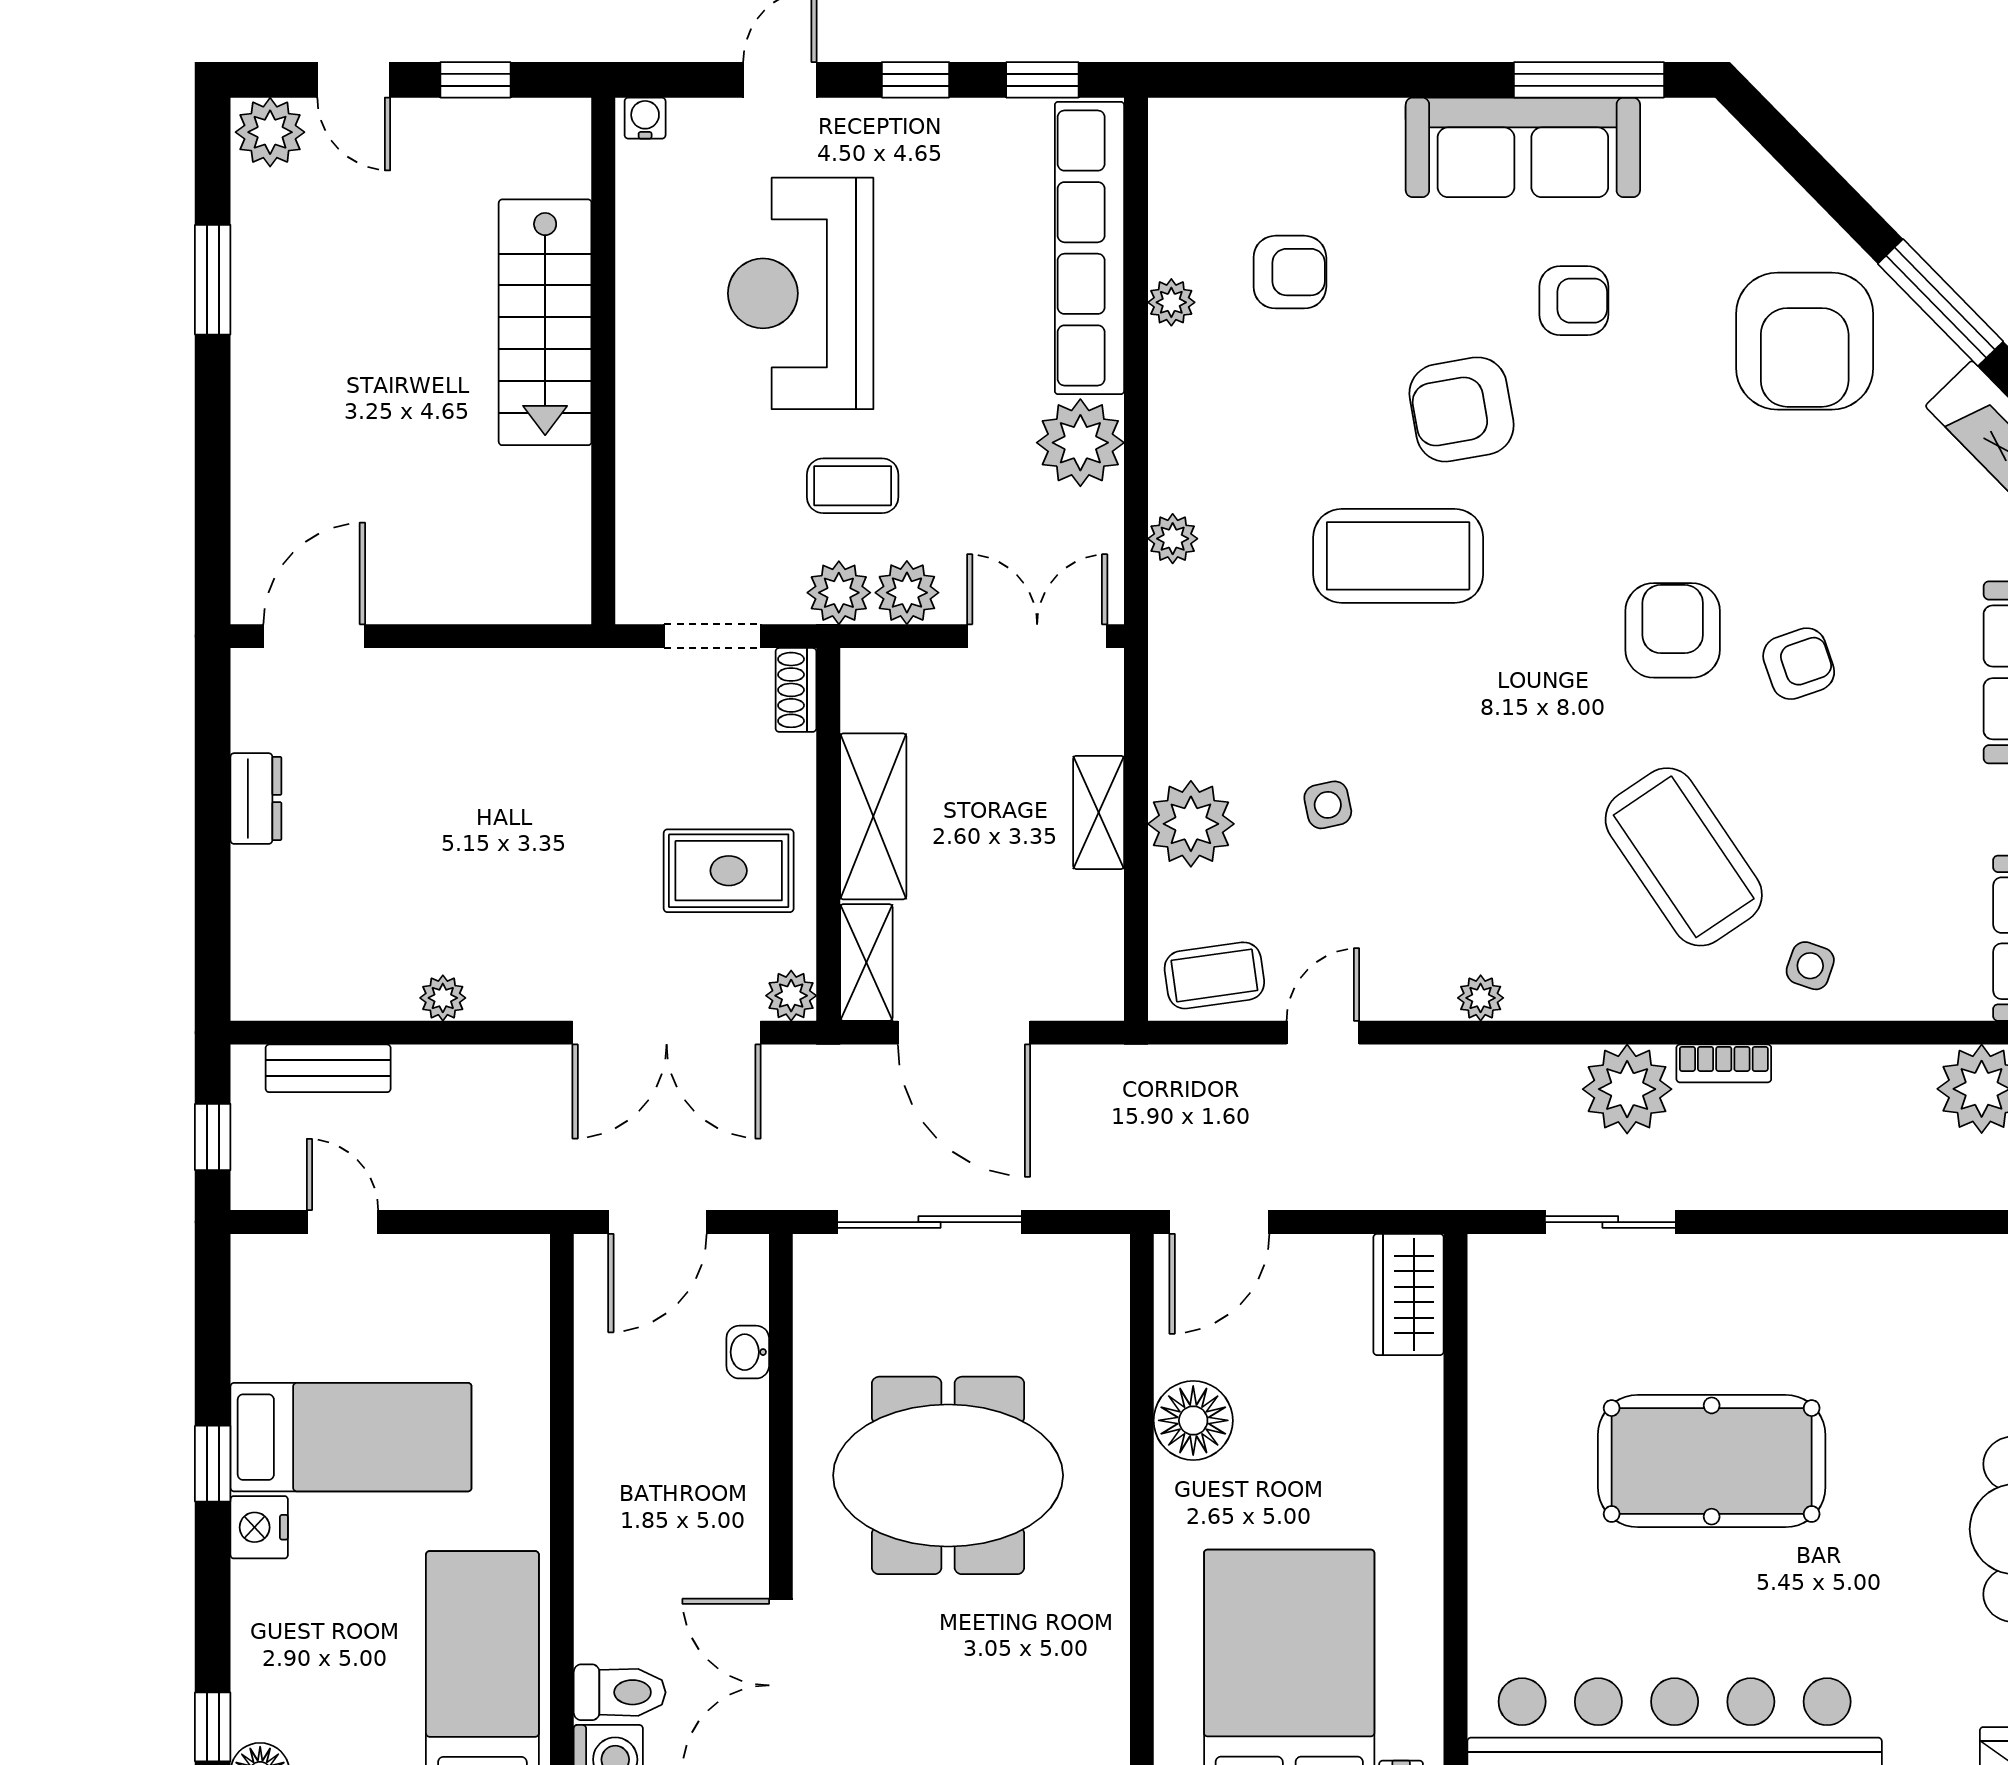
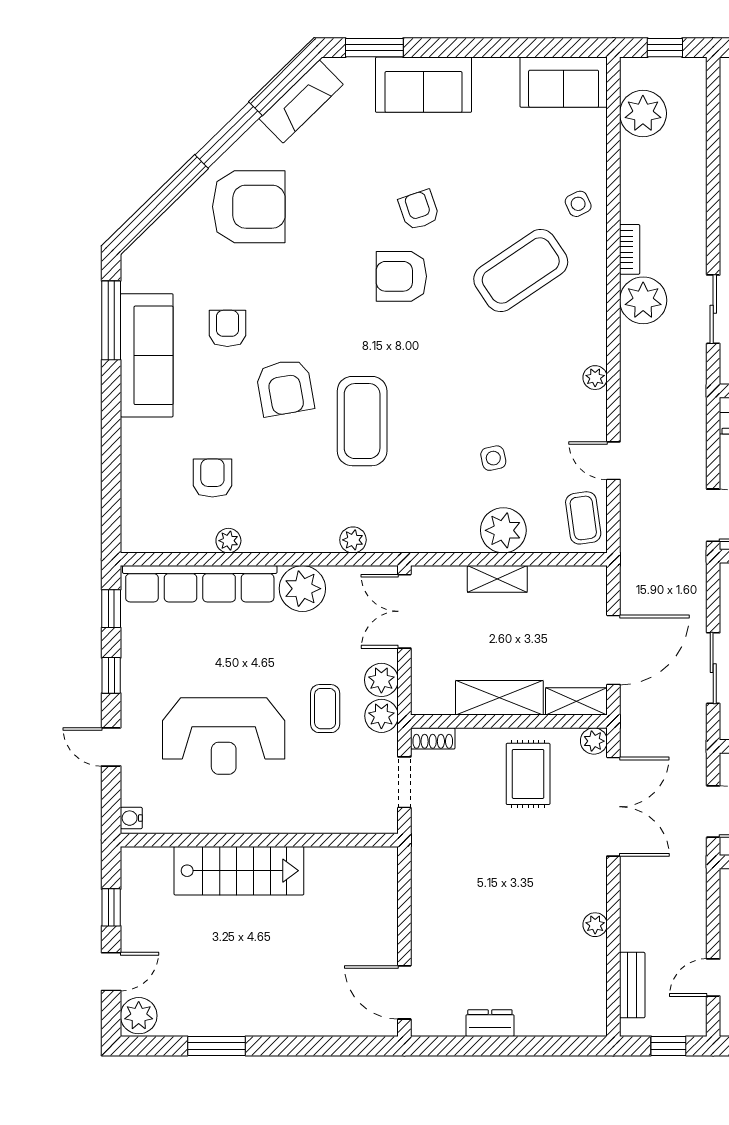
side table: (1810, 966) -> (578, 204), turned 45
sliding door: (929, 1222) -> (713, 668), width x0.73

